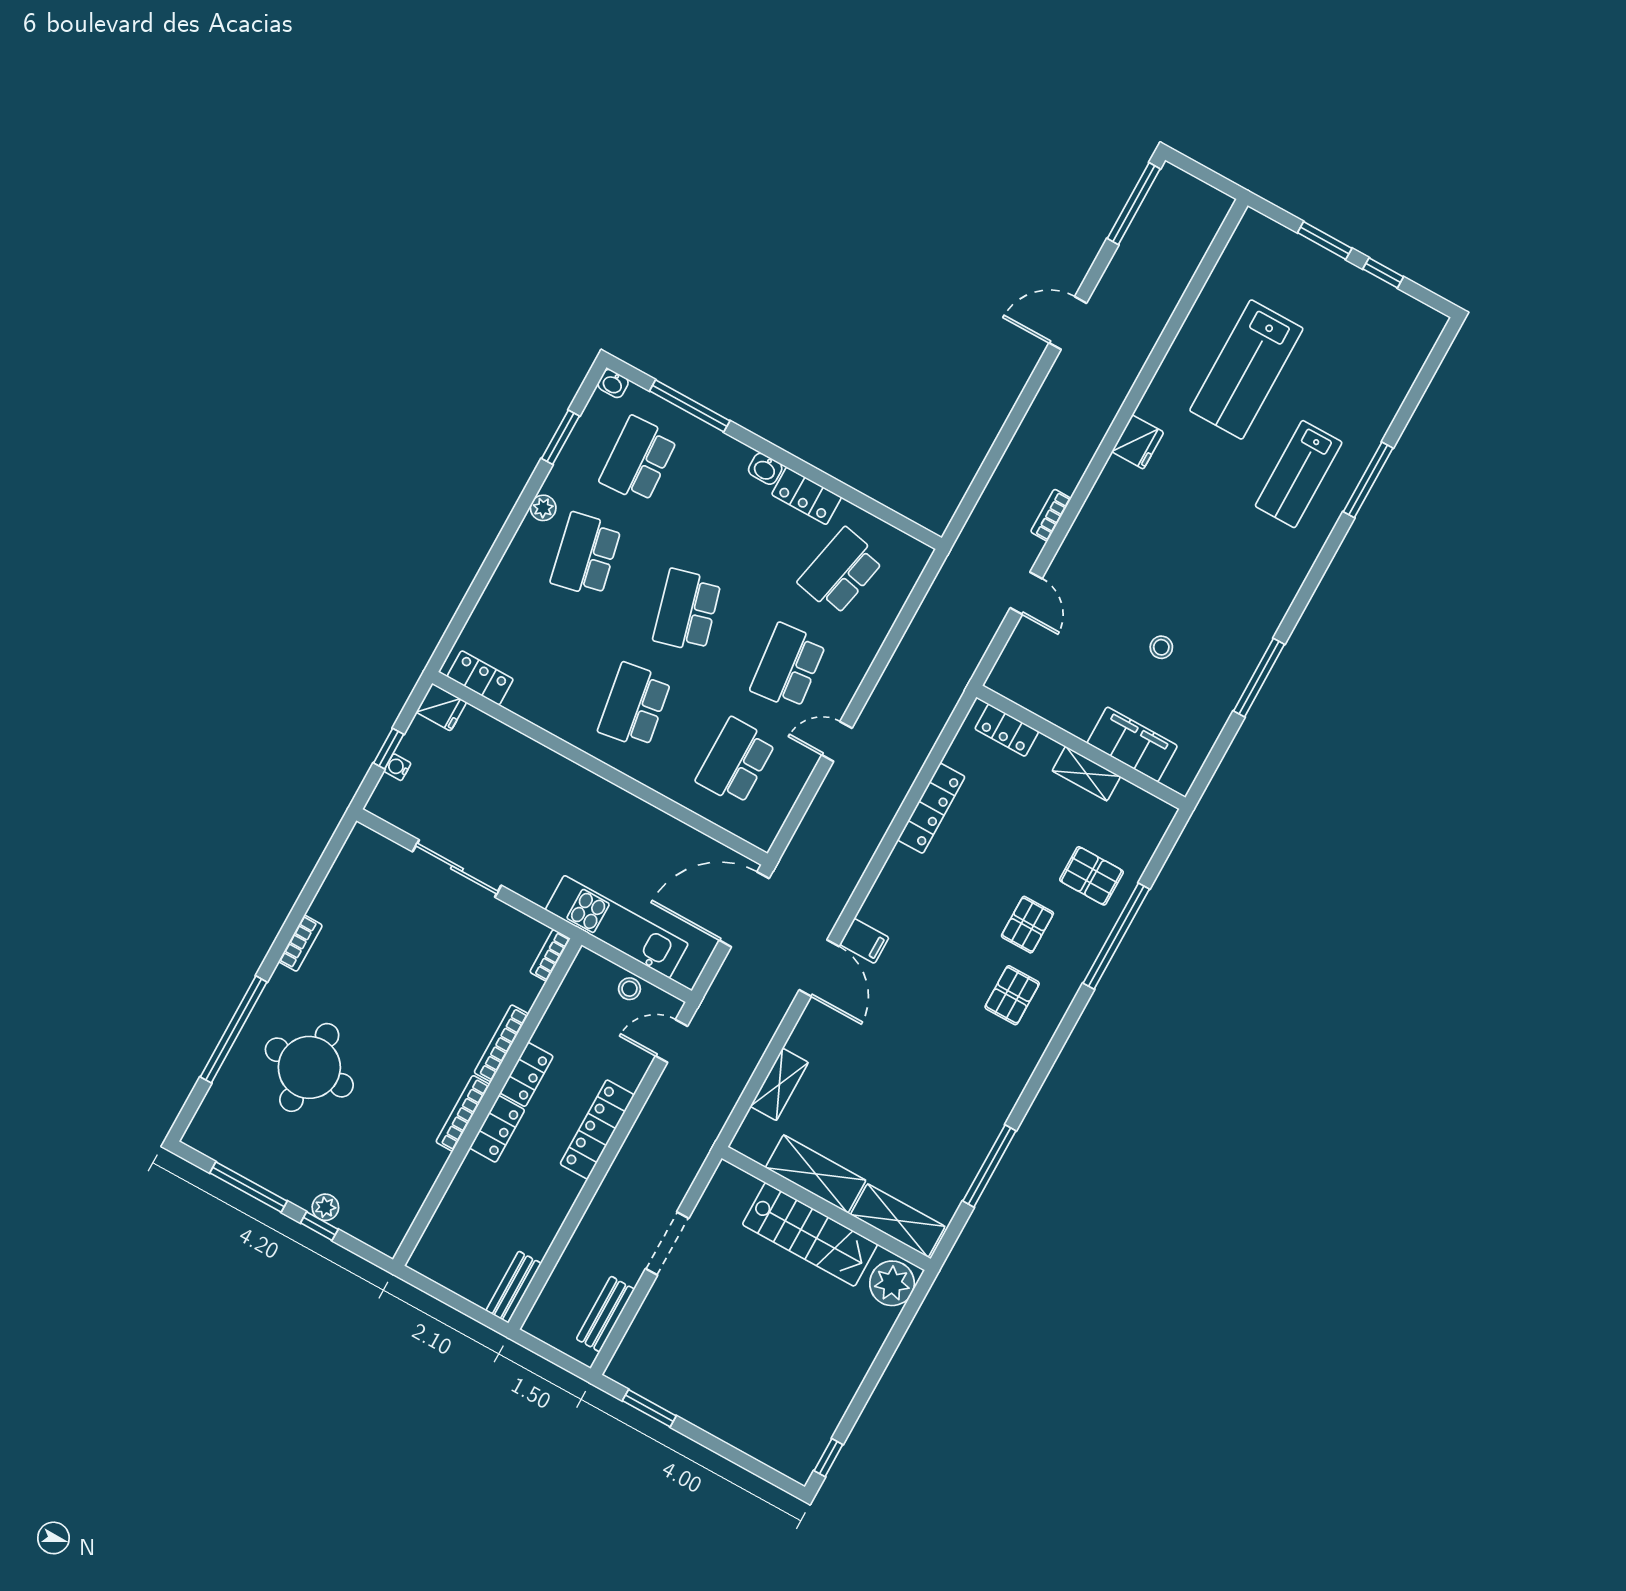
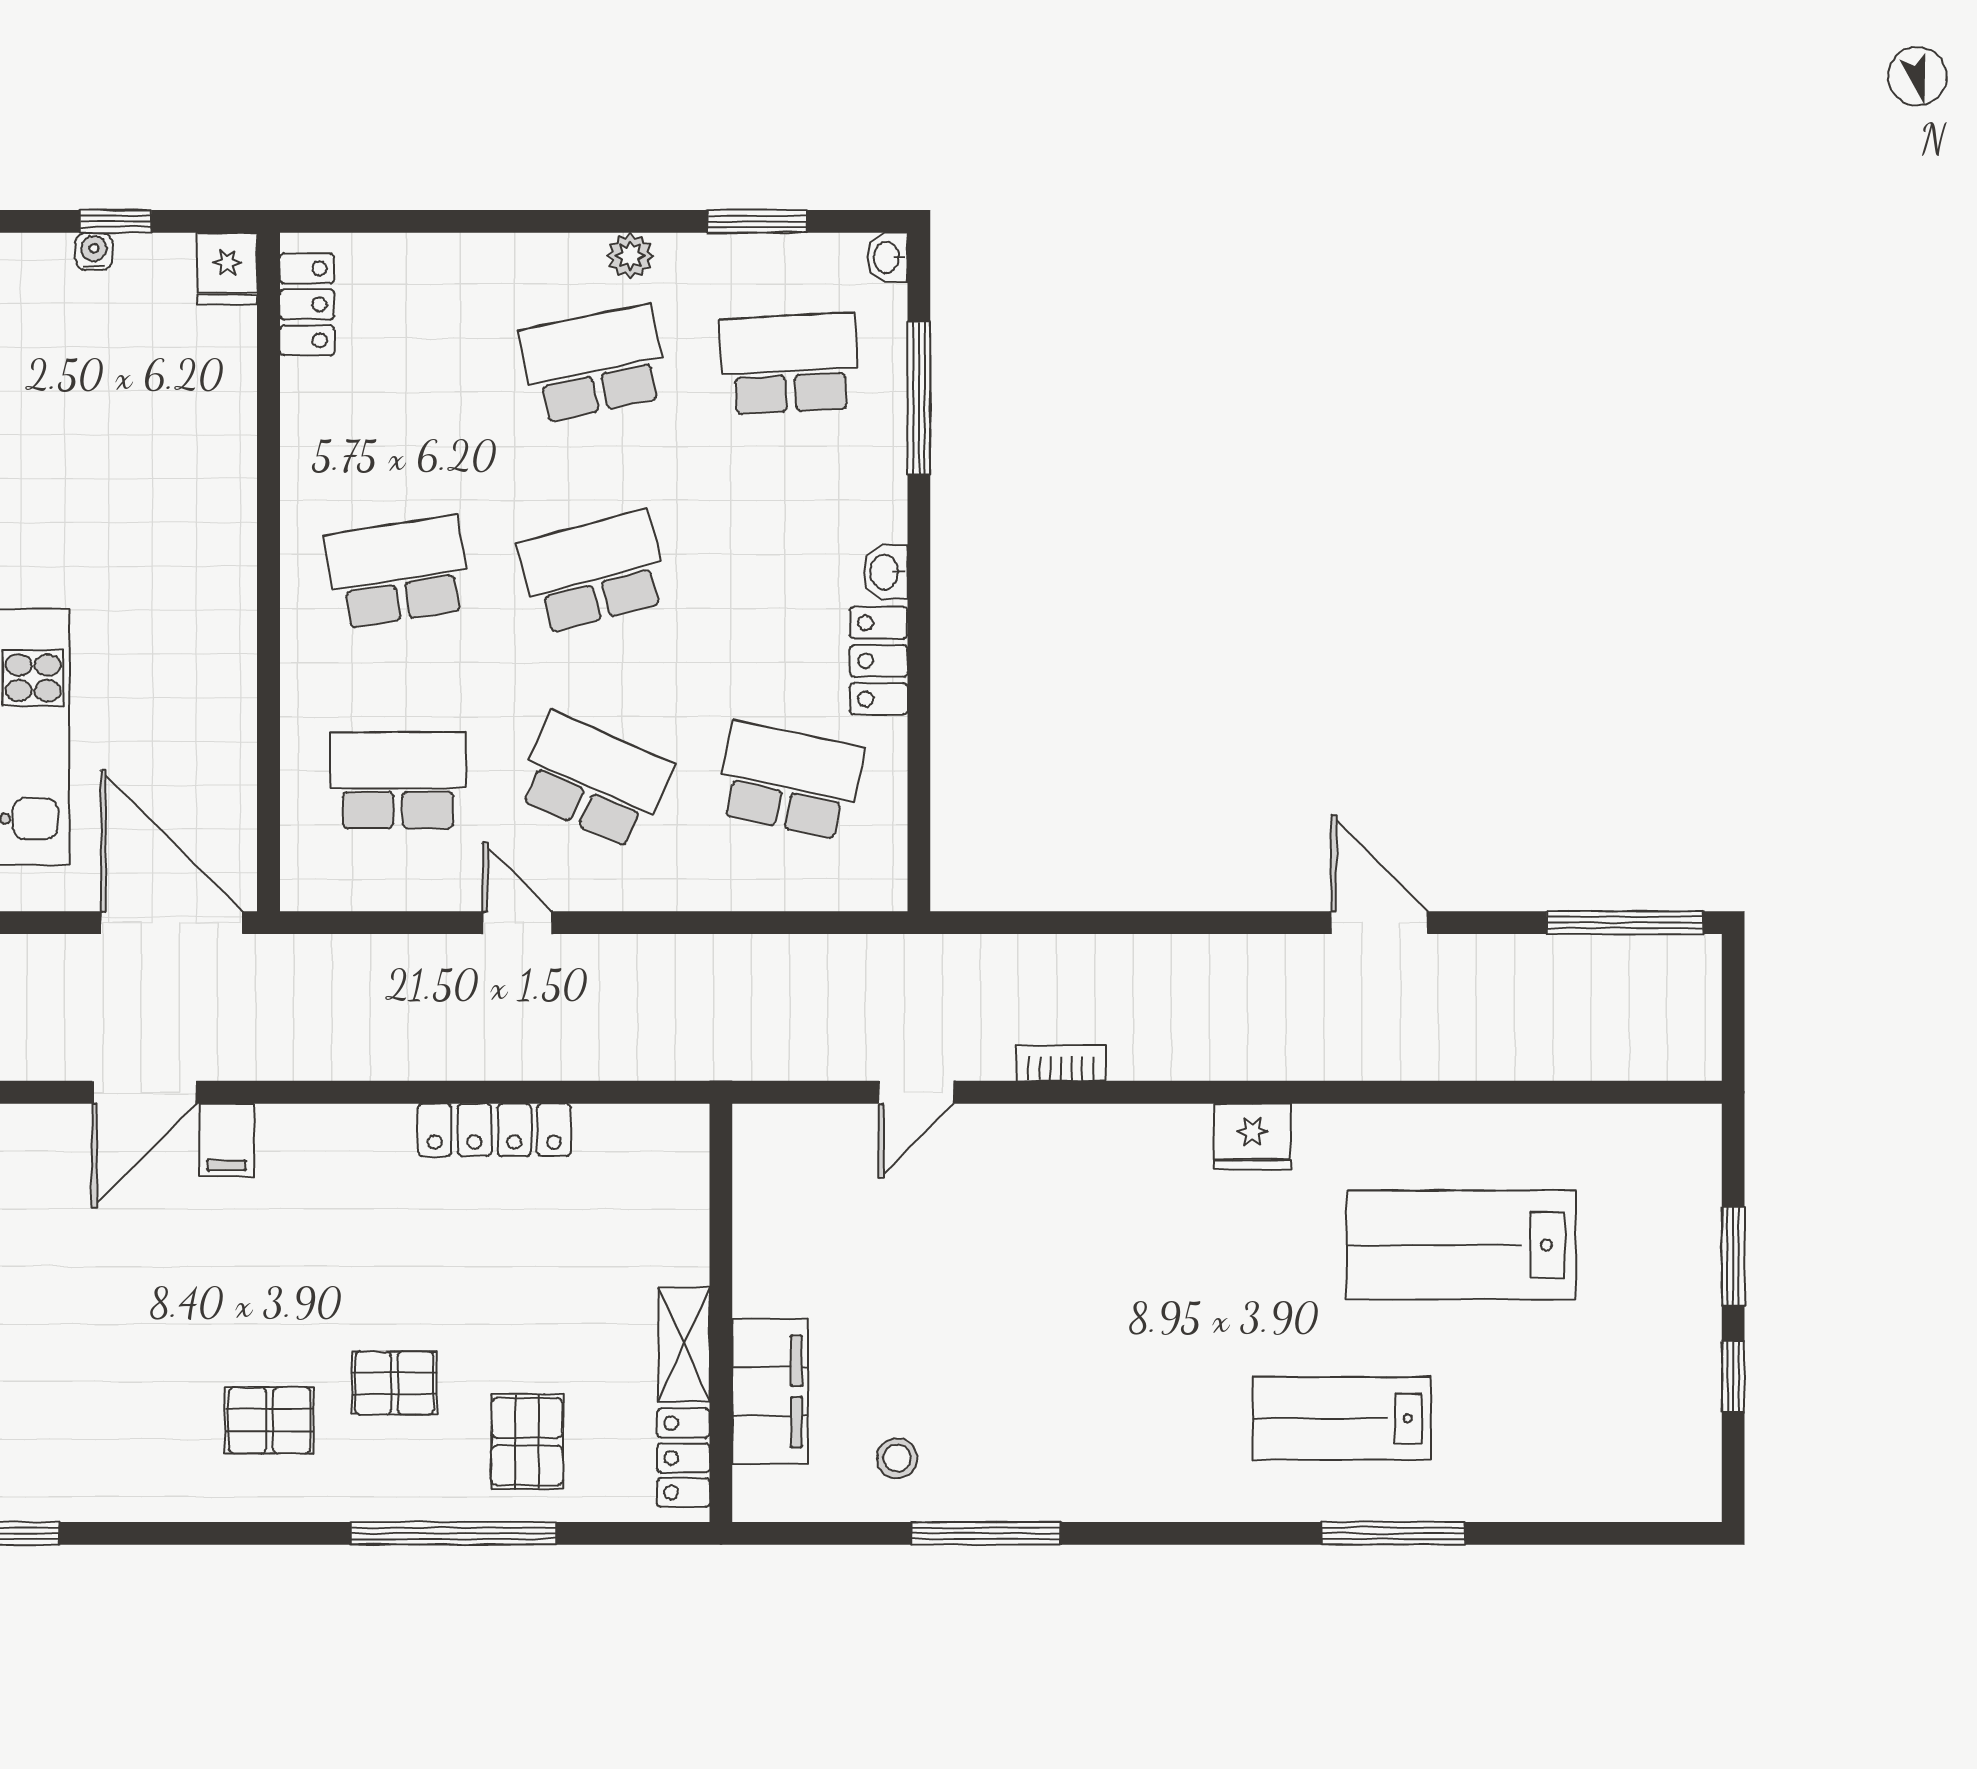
stool: (1161, 647) -> (897, 1458), moved
school desk: (788, 666) -> (594, 780), turned 30
locker: (1007, 730) -> (683, 1458), moved

